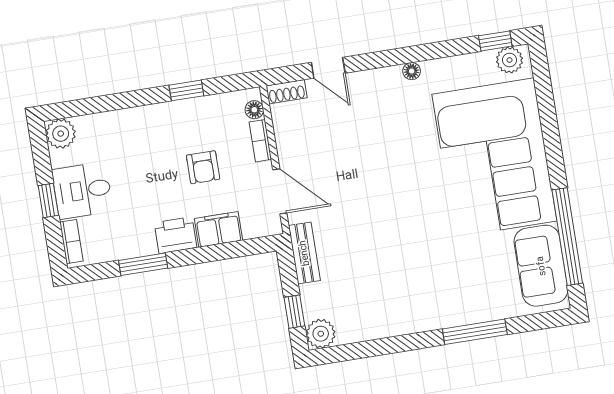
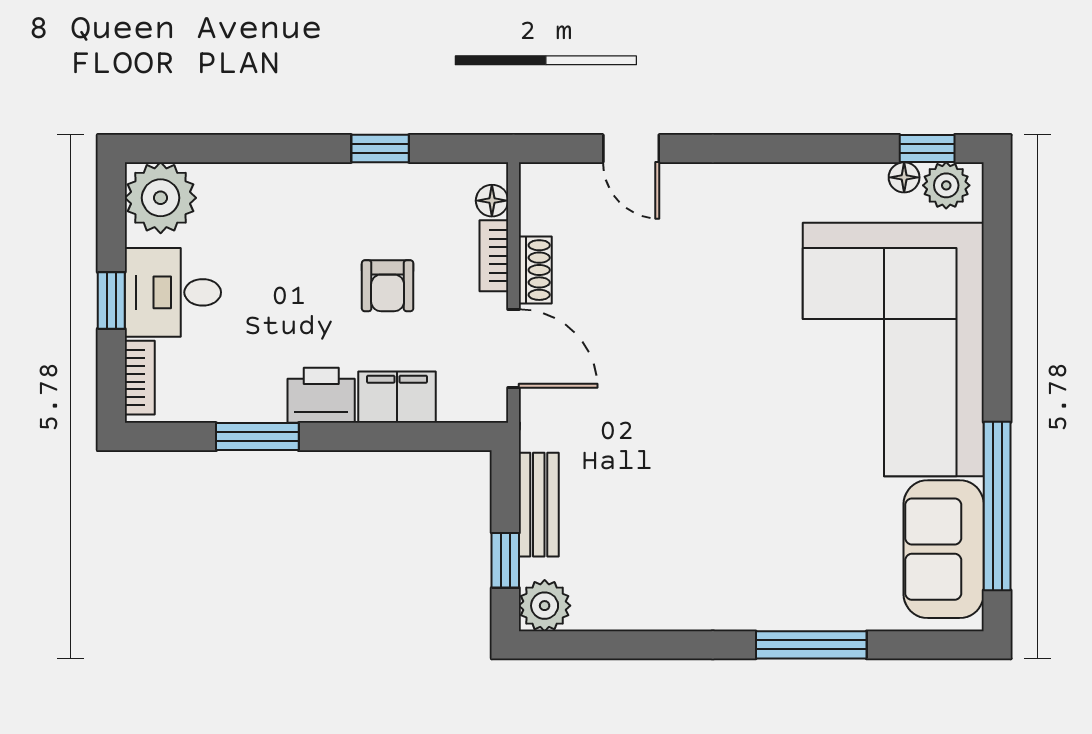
floor lamp: (412, 71) -> (904, 177), moved
shoe rack: (287, 92) -> (535, 270), moved, turned -90
plant: (61, 134) -> (161, 198), width x1.36, depth x1.36
bench: (304, 253) -> (539, 505), moved

